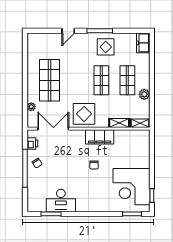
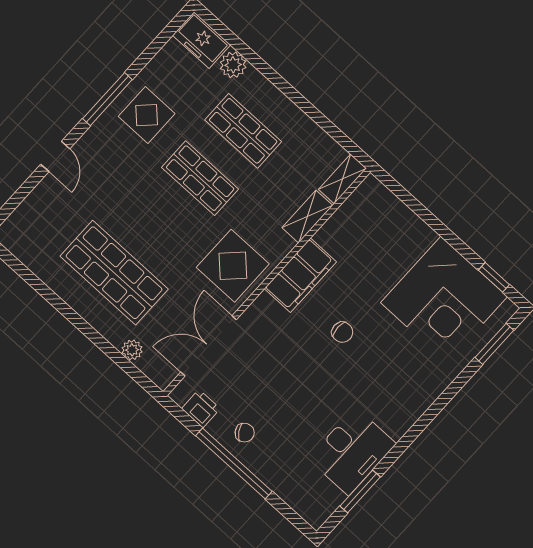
plant: (144, 94) -> (233, 65), moved

